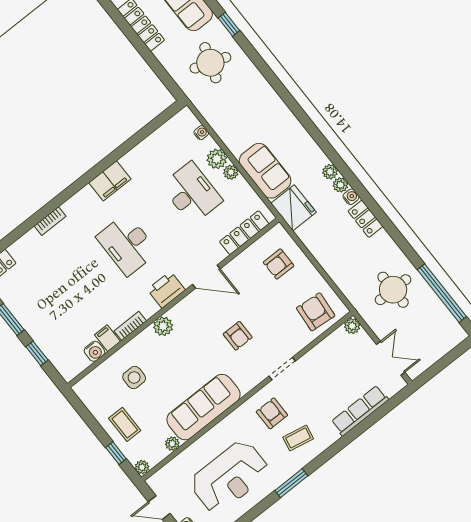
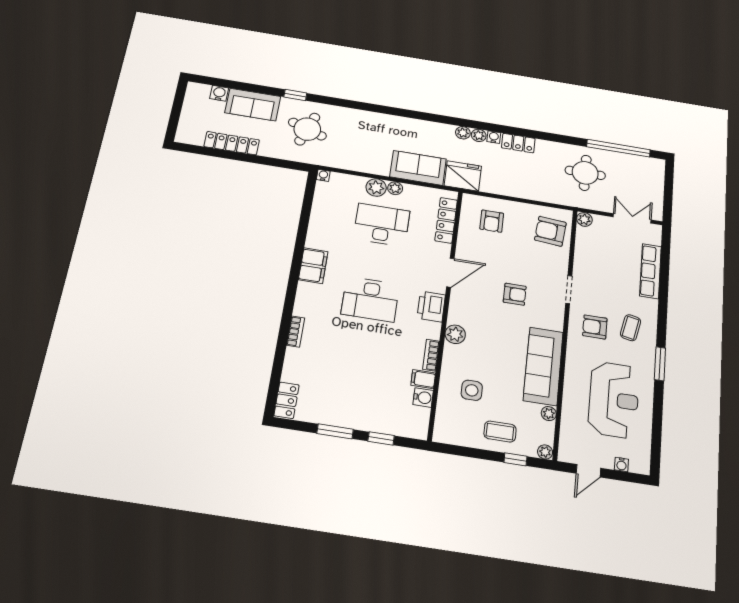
water cooler: (201, 133) -> (323, 175), moved

